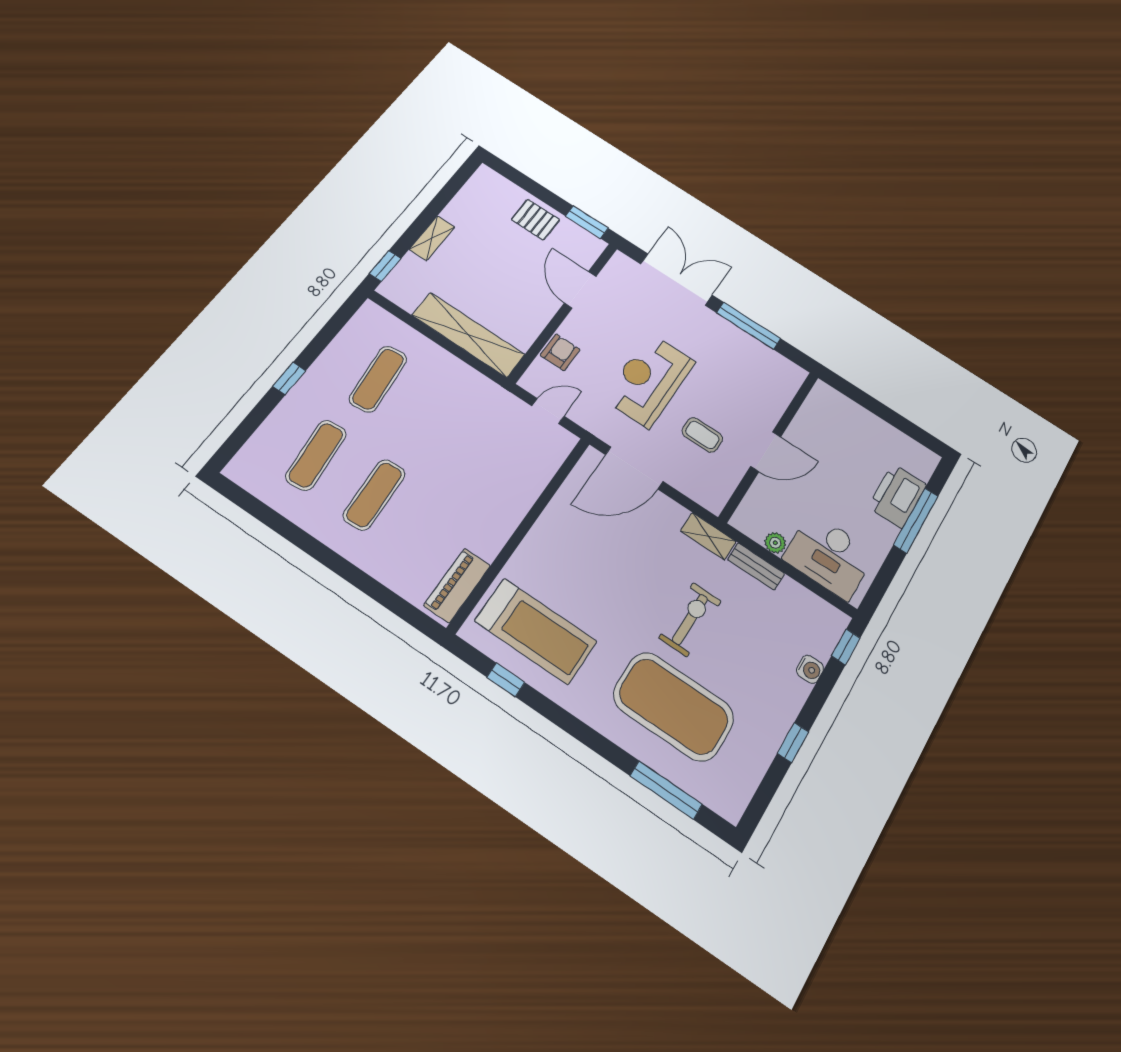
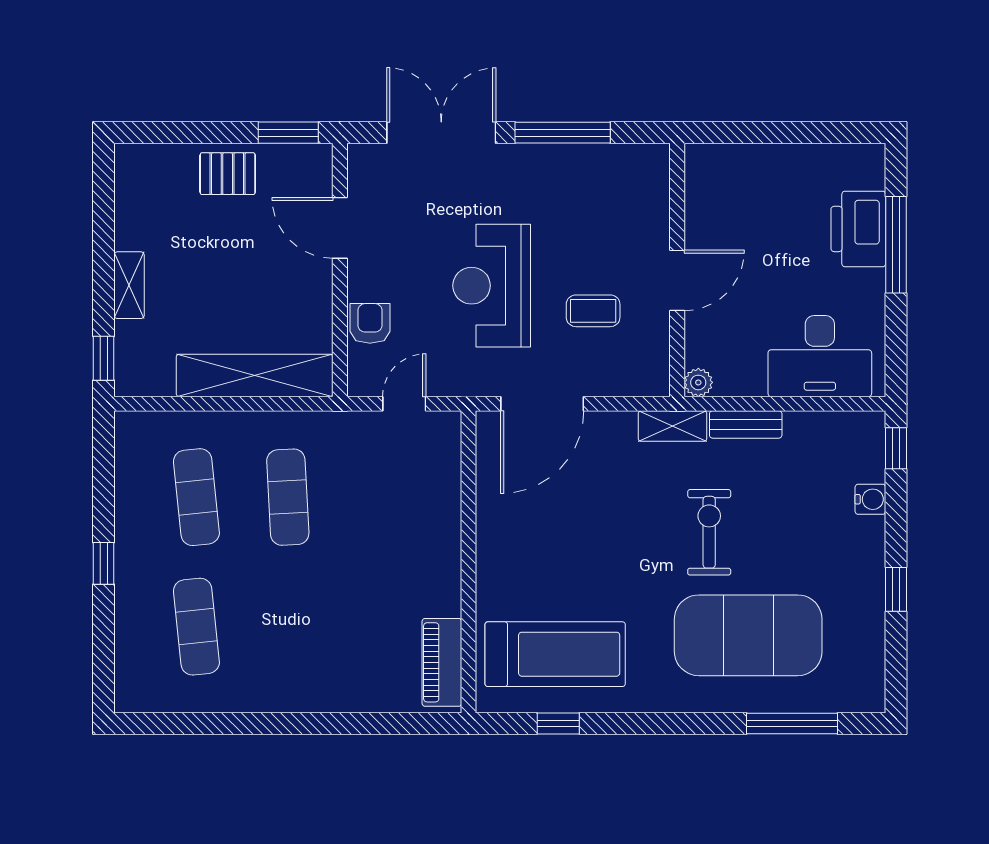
exercise mat: (374, 495) -> (288, 497), moved
plant: (775, 543) -> (698, 382), moved

